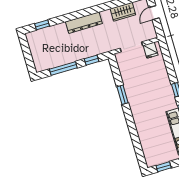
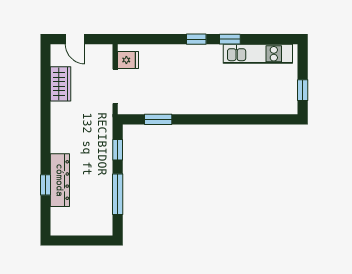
dresser: (84, 23) -> (60, 180), moved
window: (42, 25) -> (46, 185), moved
window: (123, 95) -> (158, 119), moved

